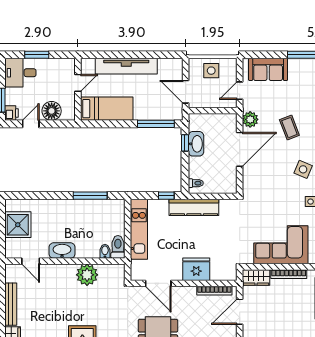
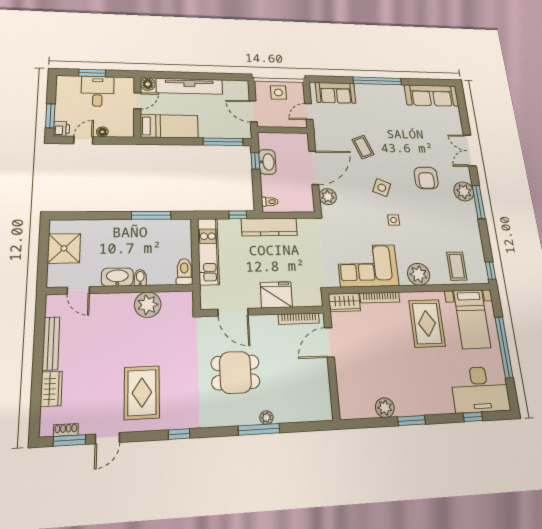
floor lamp: (87, 65) -> (148, 84), added
desk: (20, 73) -> (98, 91), moved, turned 90
floor lamp: (52, 111) -> (102, 132), width x0.53, depth x0.53
plant: (250, 119) -> (328, 197), moved
bidet: (105, 251) -> (140, 277), moved

